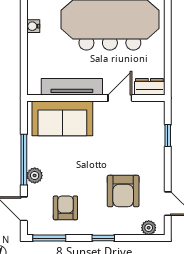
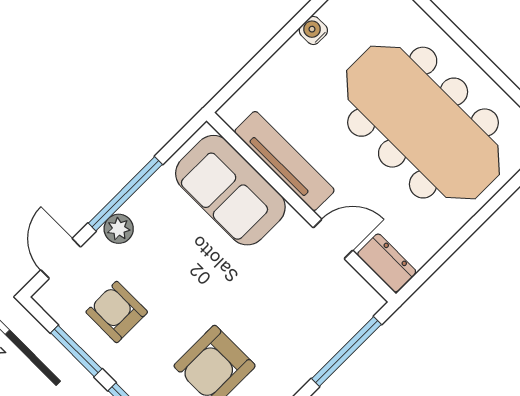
window: (168, 136) -> (347, 352), width x2.17
armchair: (65, 208) -> (117, 312), turned -90
window: (49, 238) -> (76, 351), moved

